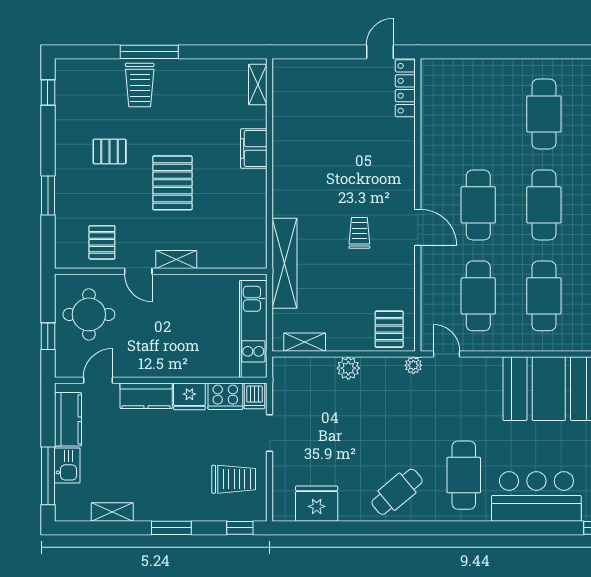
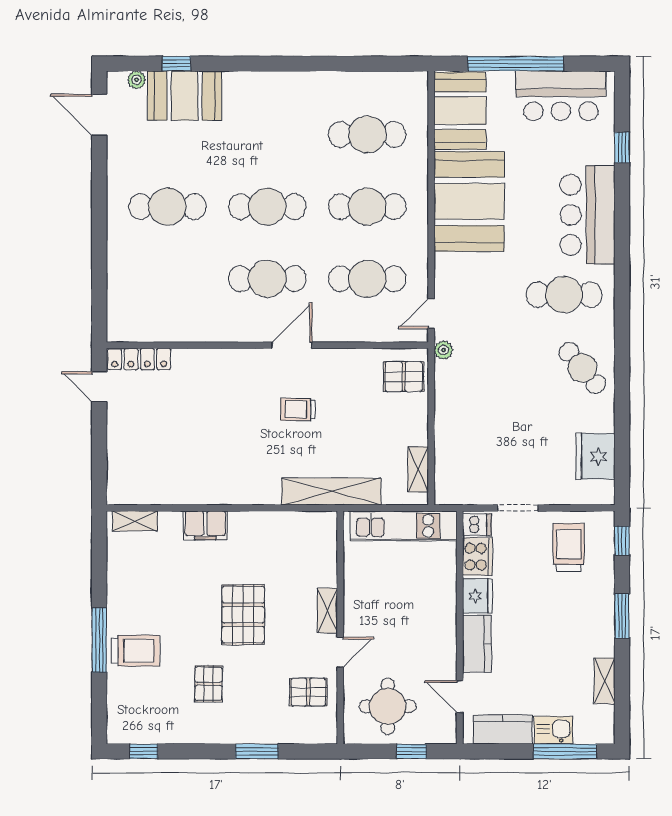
pallet: (172, 183) -> (243, 615), turned 90
plant: (348, 368) -> (447, 422), removed

